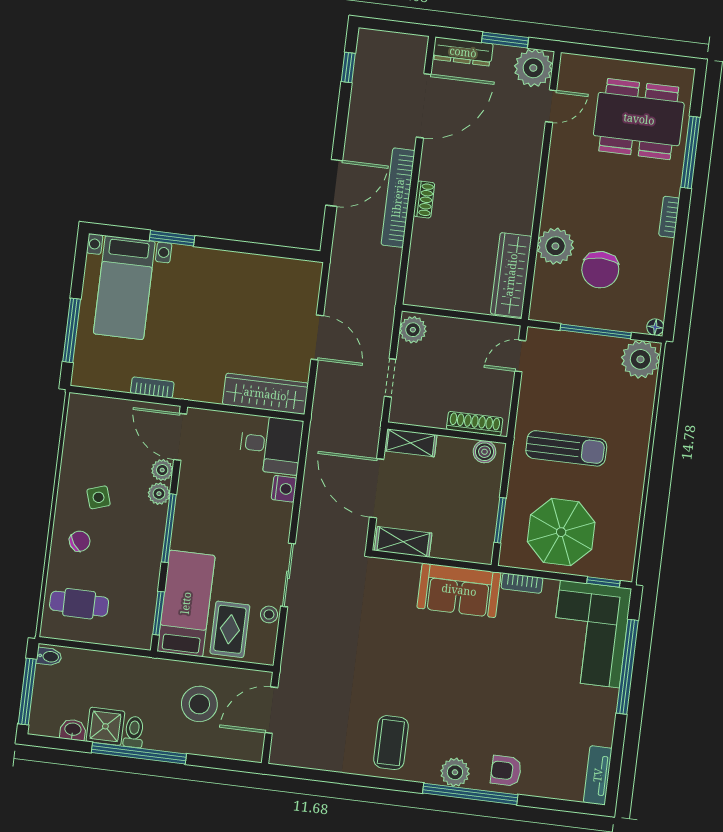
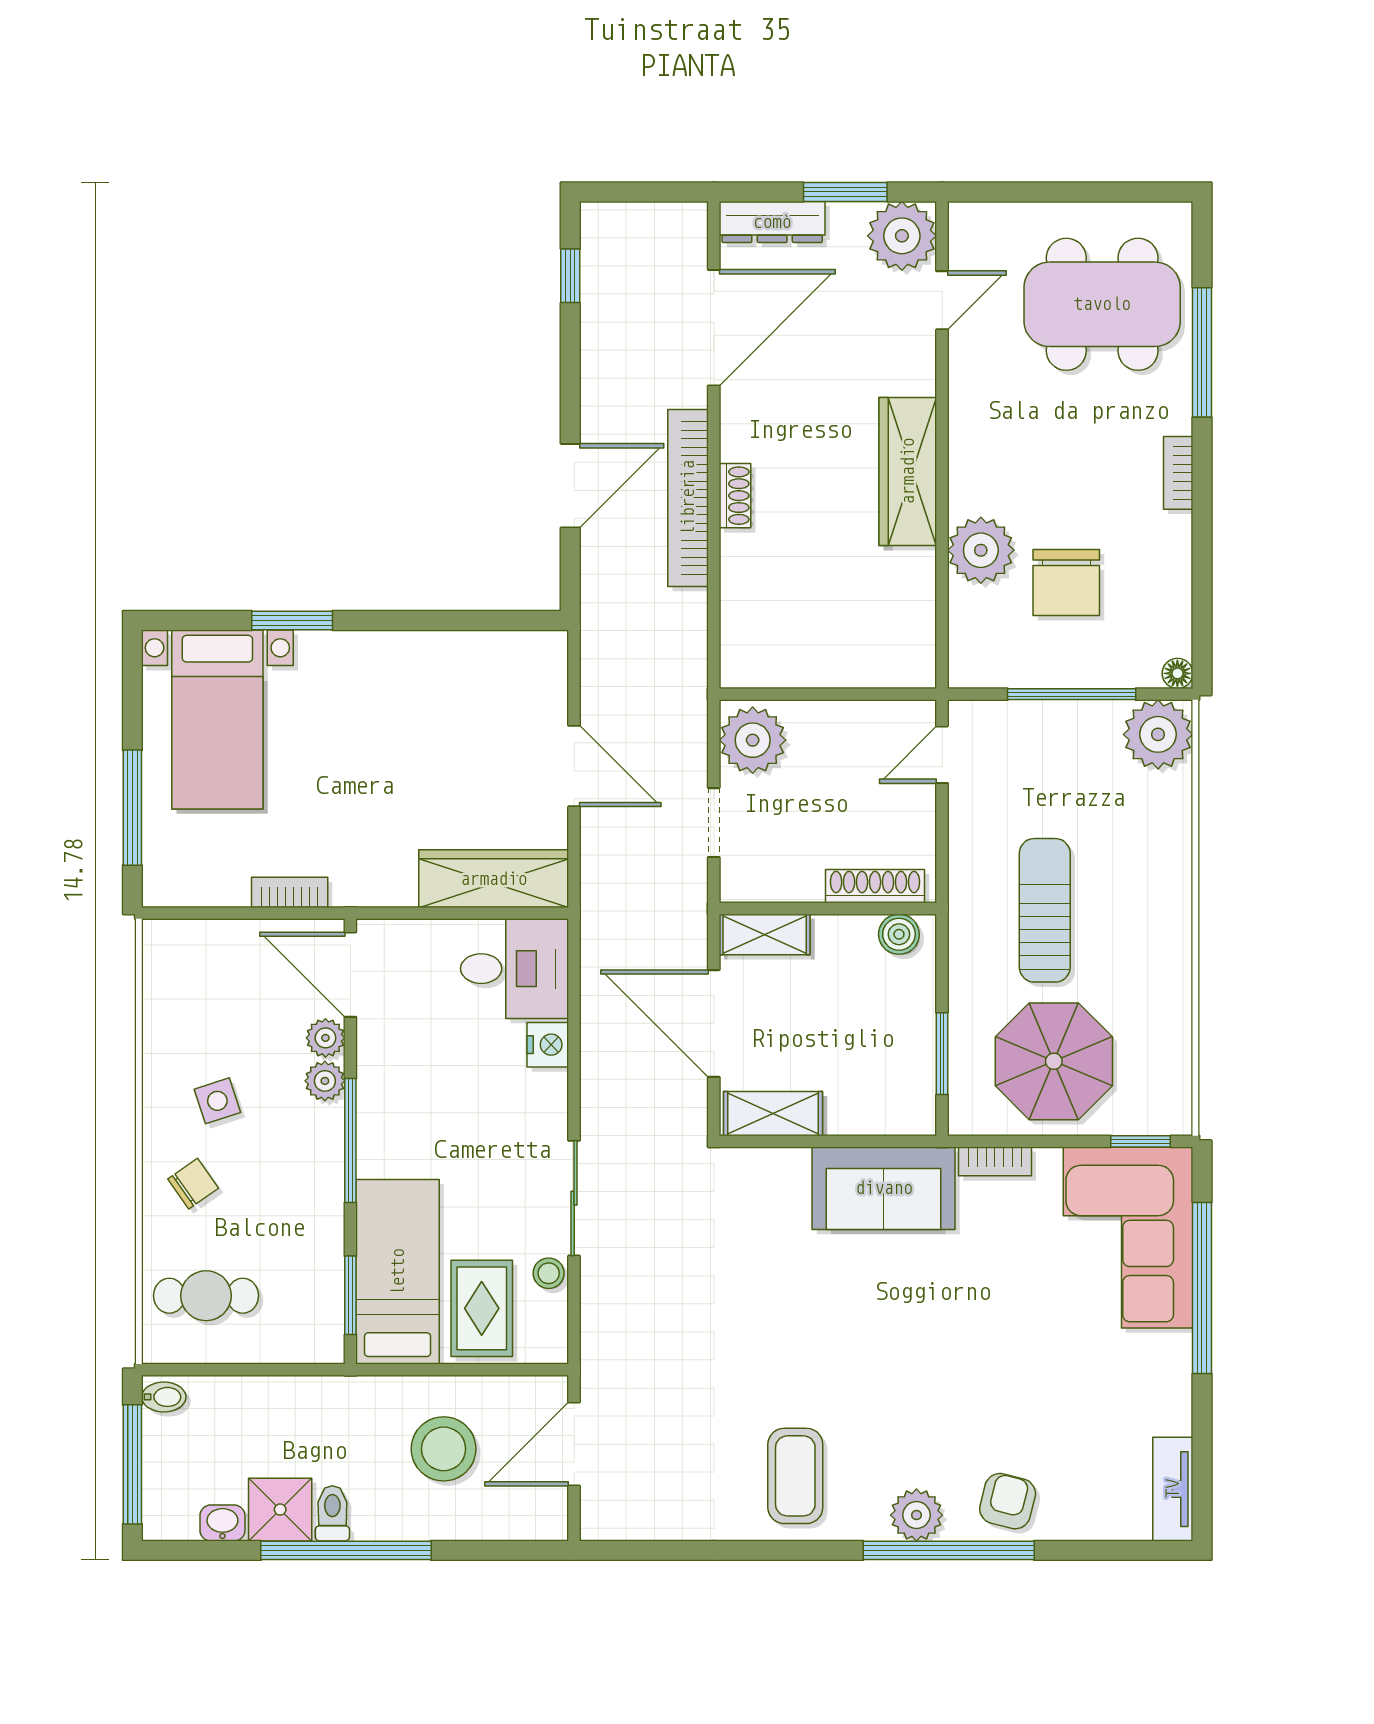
wardrobe: (511, 275) -> (908, 471), moved
plant: (413, 330) -> (753, 740), width x1.36, depth x1.36
sun lounger: (566, 448) -> (1045, 910), turned -90
armchair: (506, 771) -> (1008, 1501), turned 104

